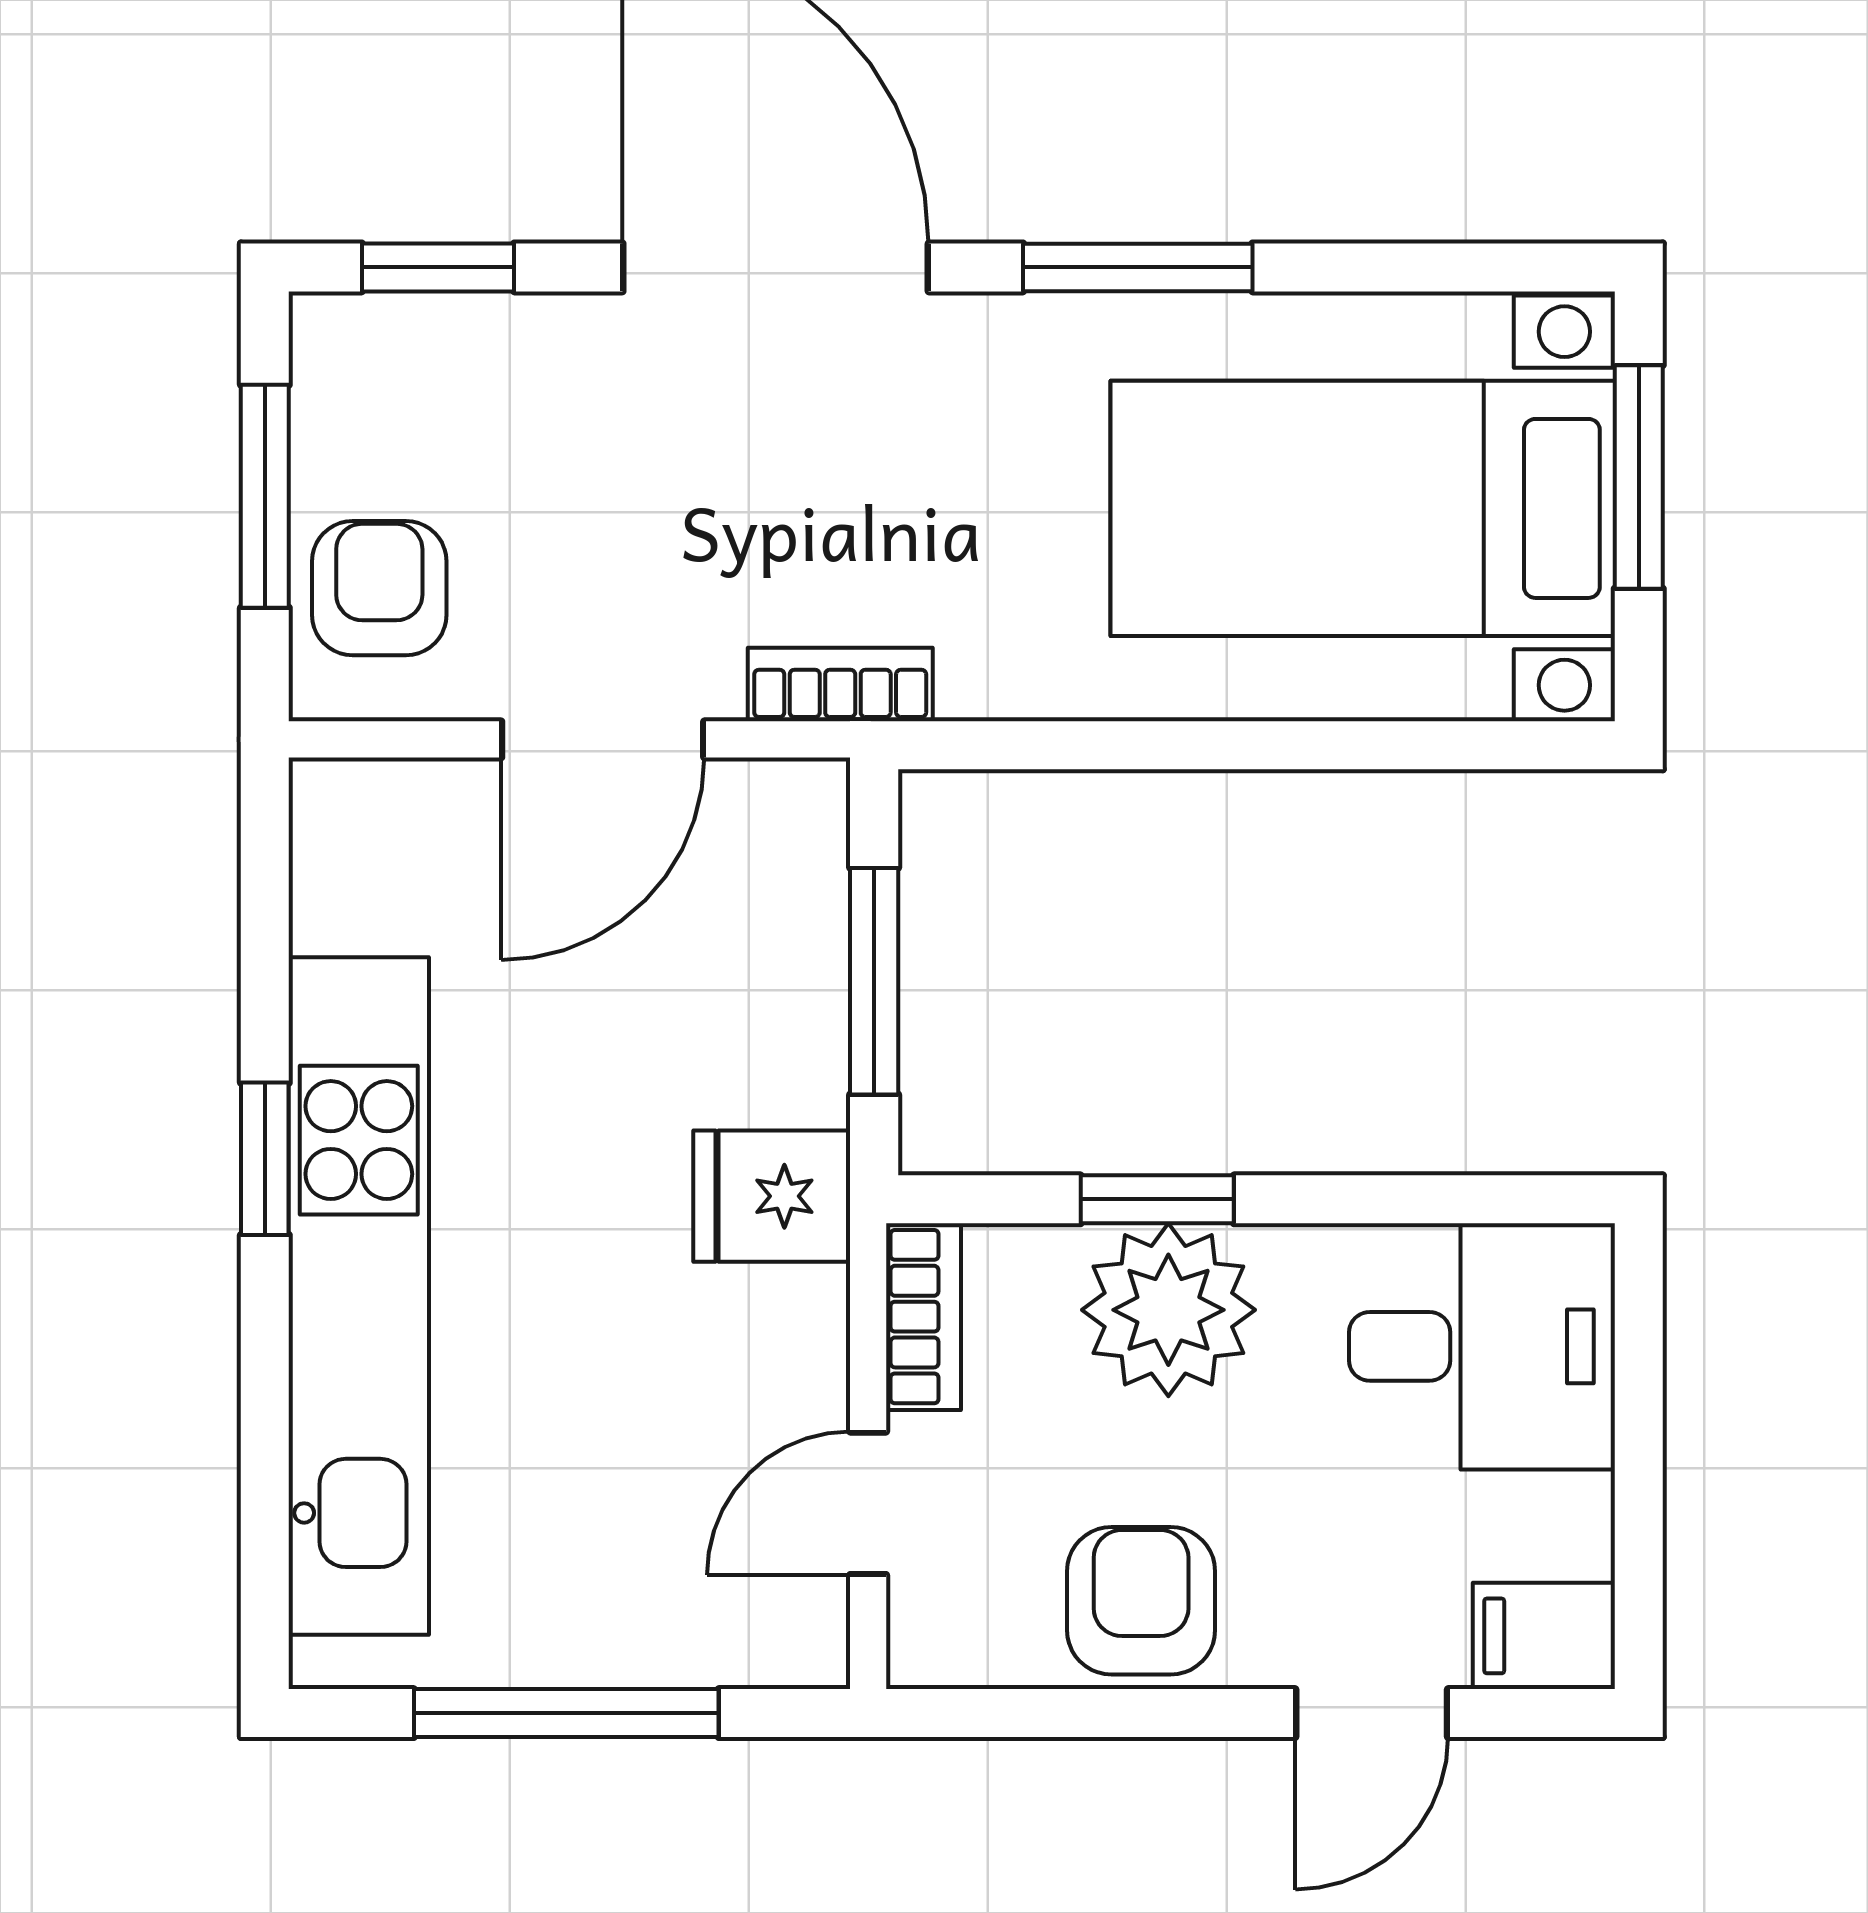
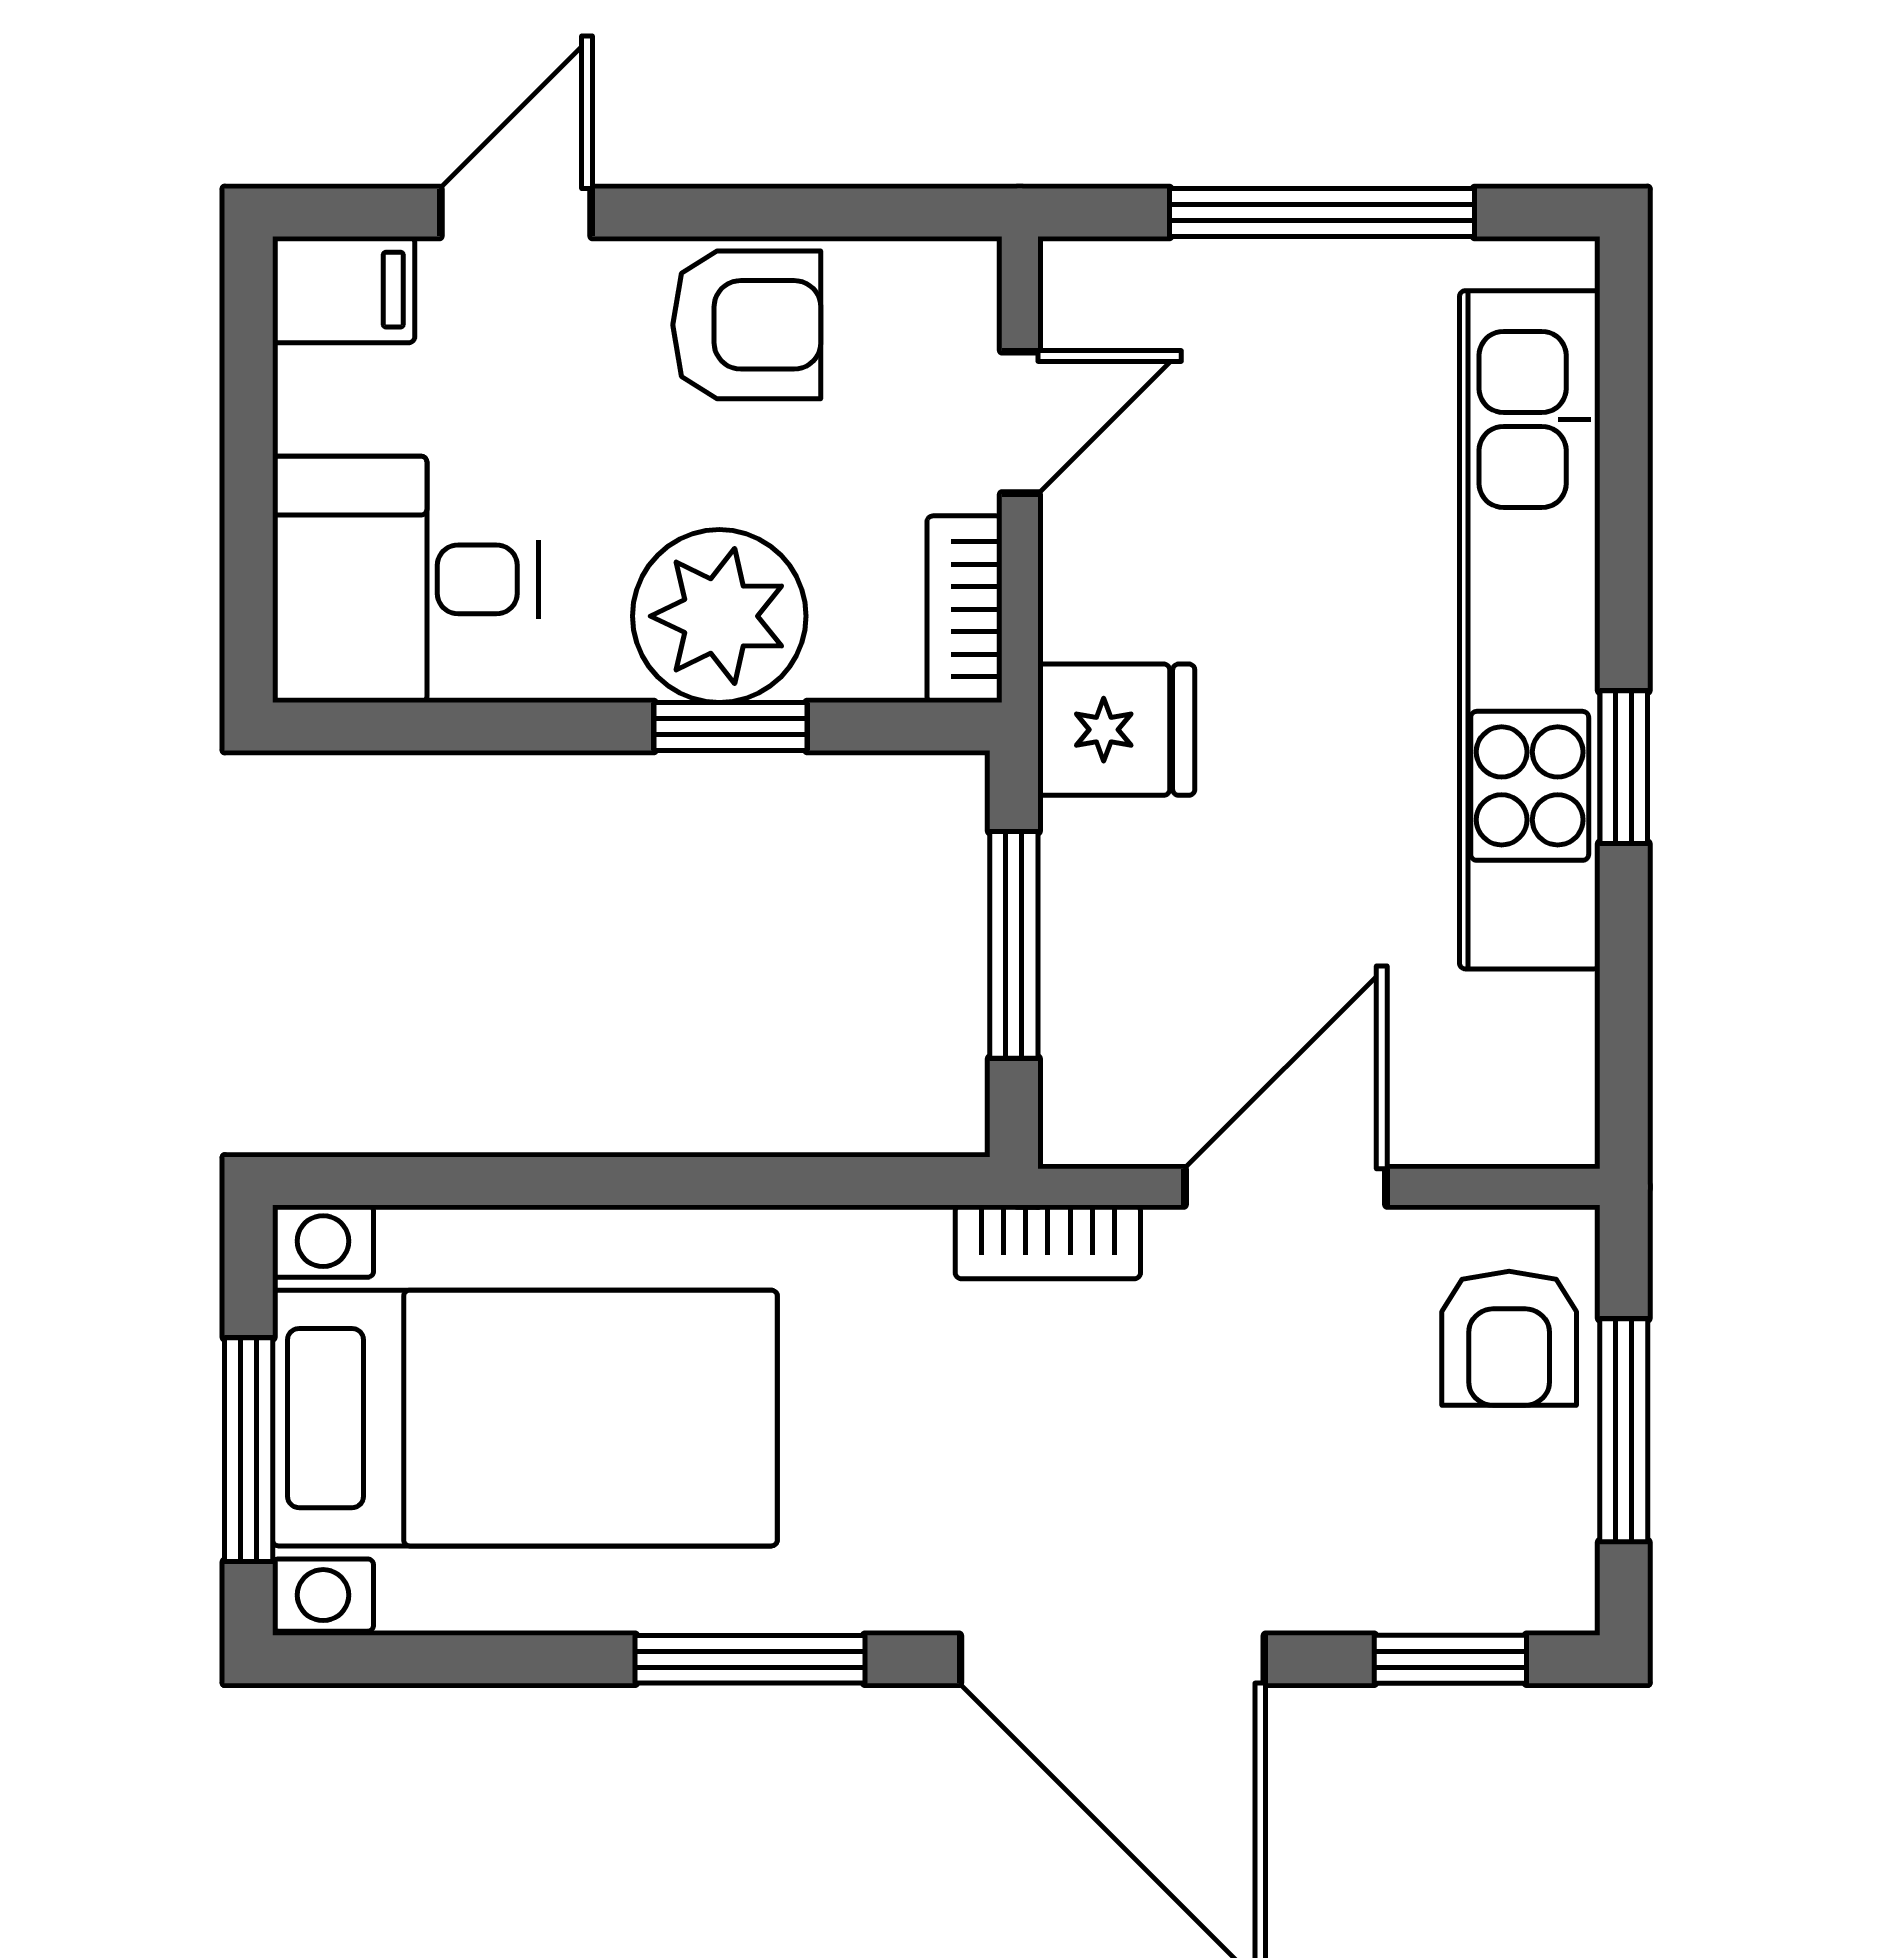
armchair: (1141, 1601) -> (747, 325), turned -90

